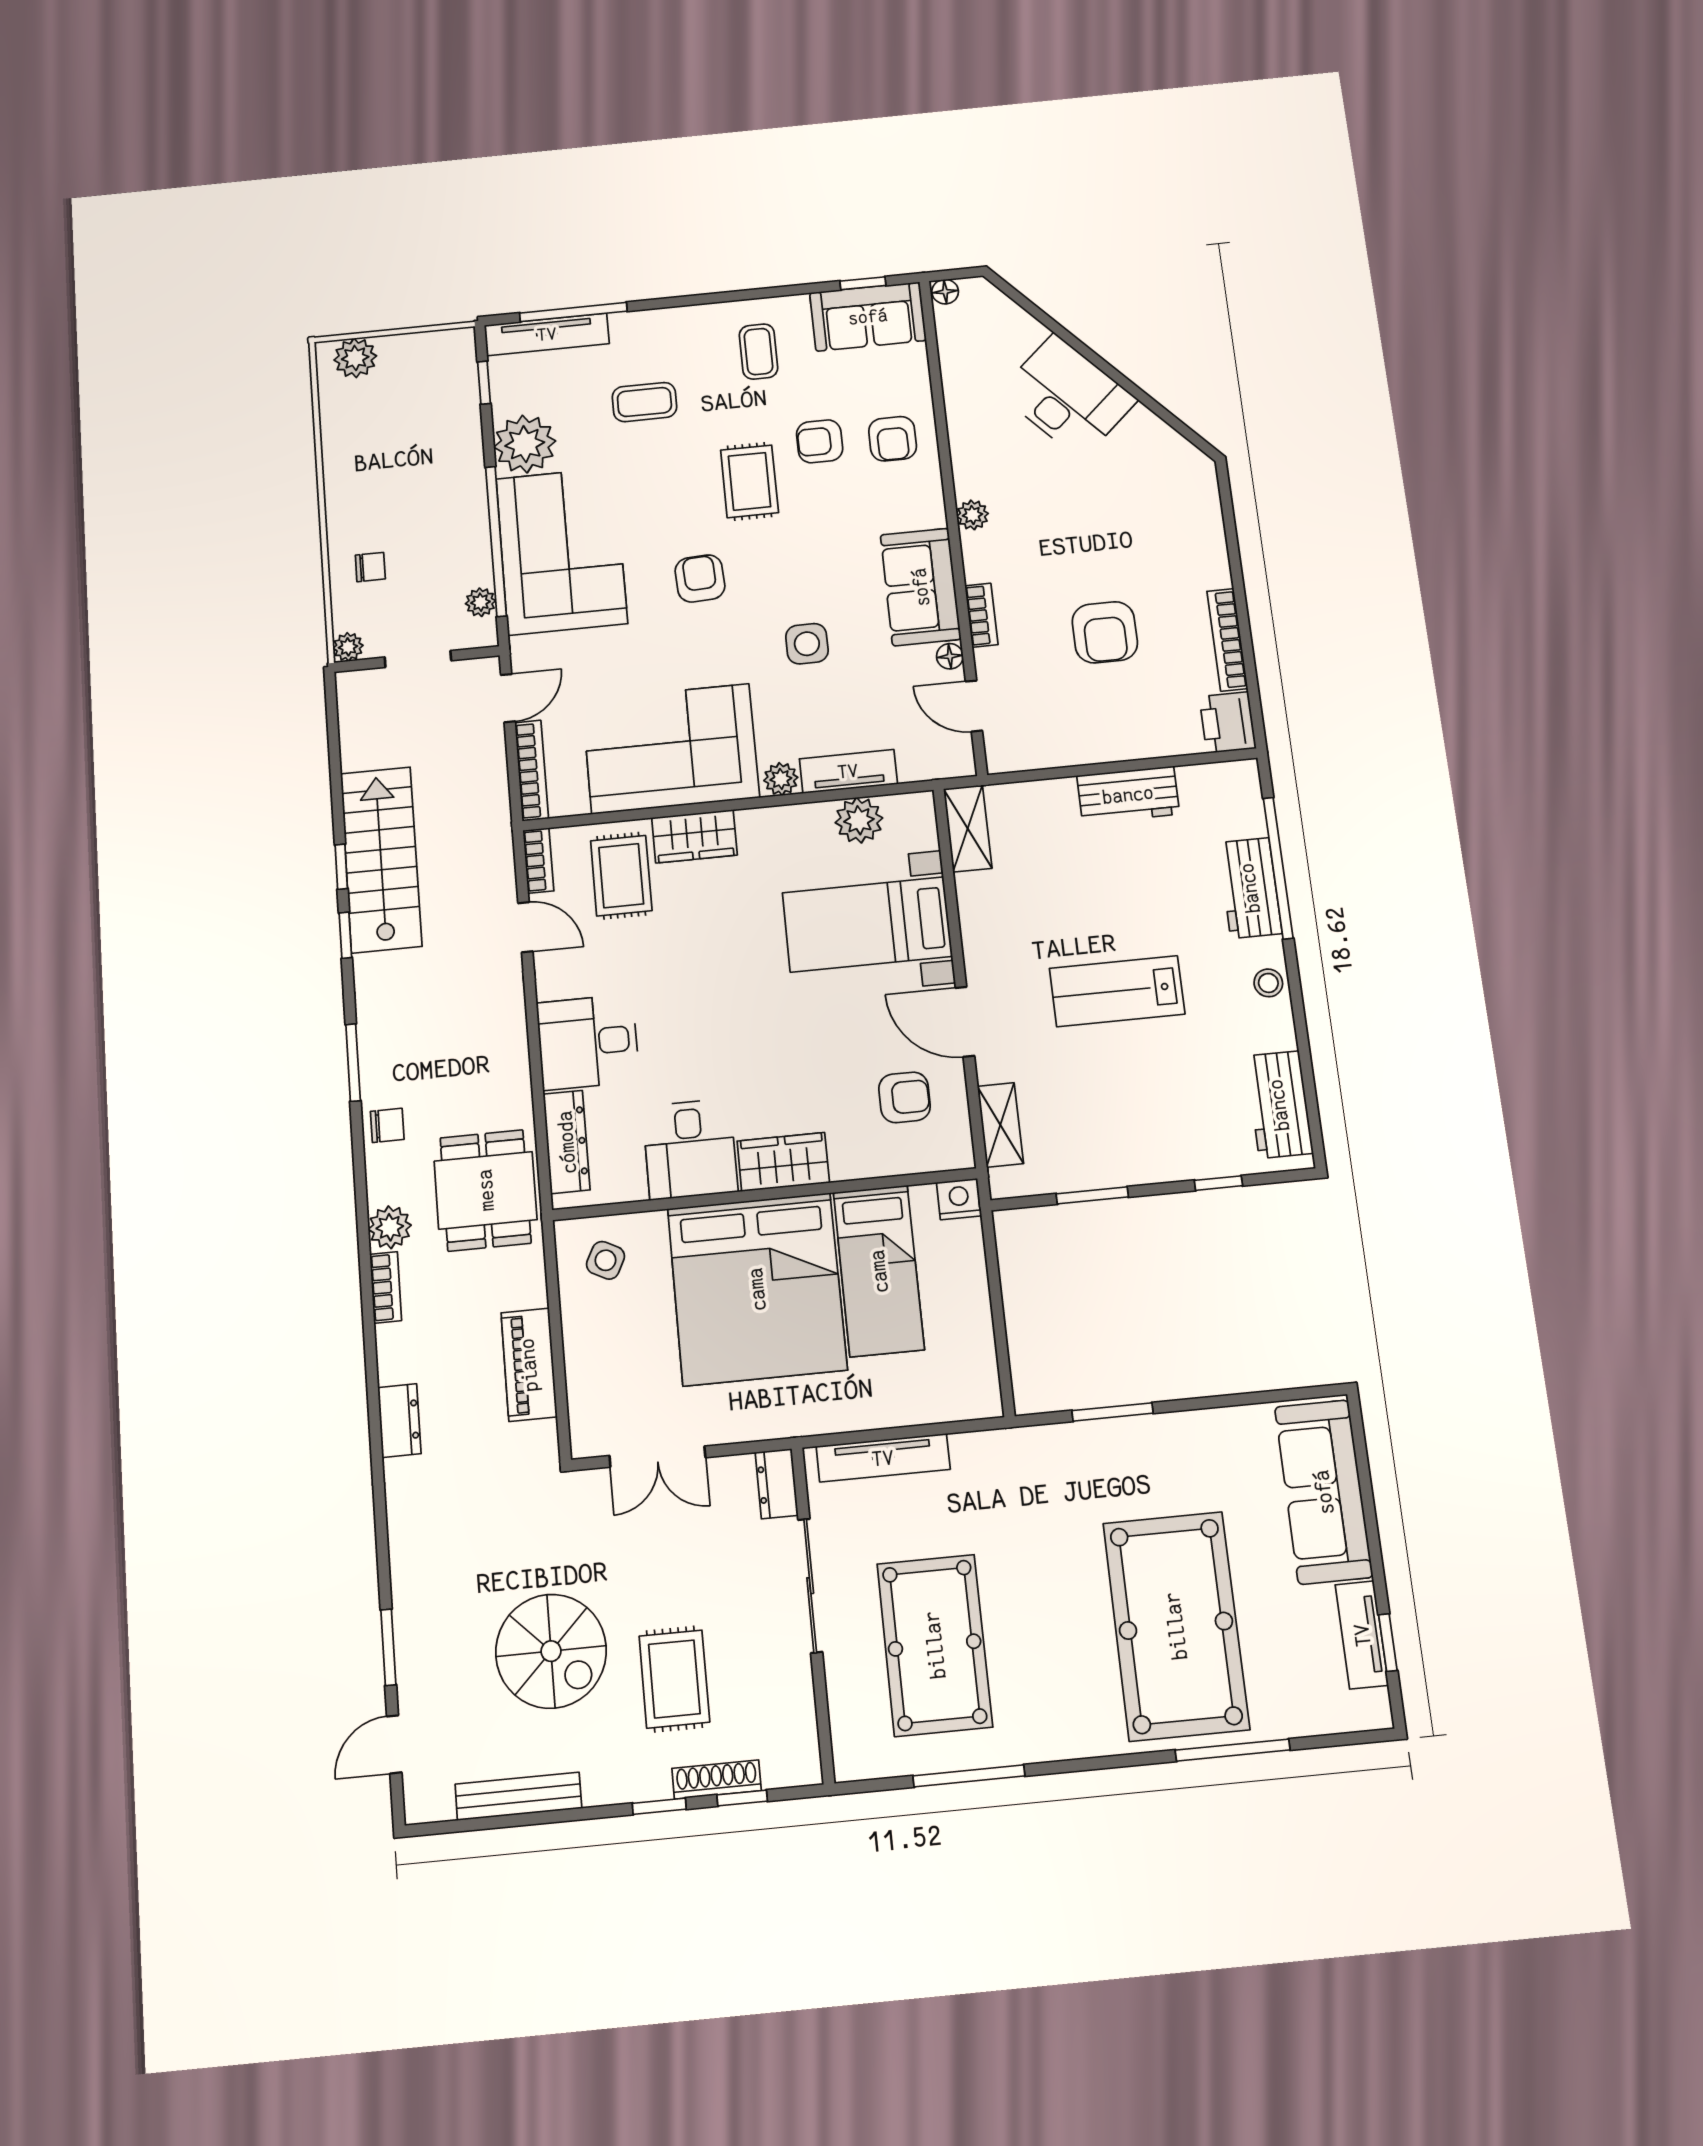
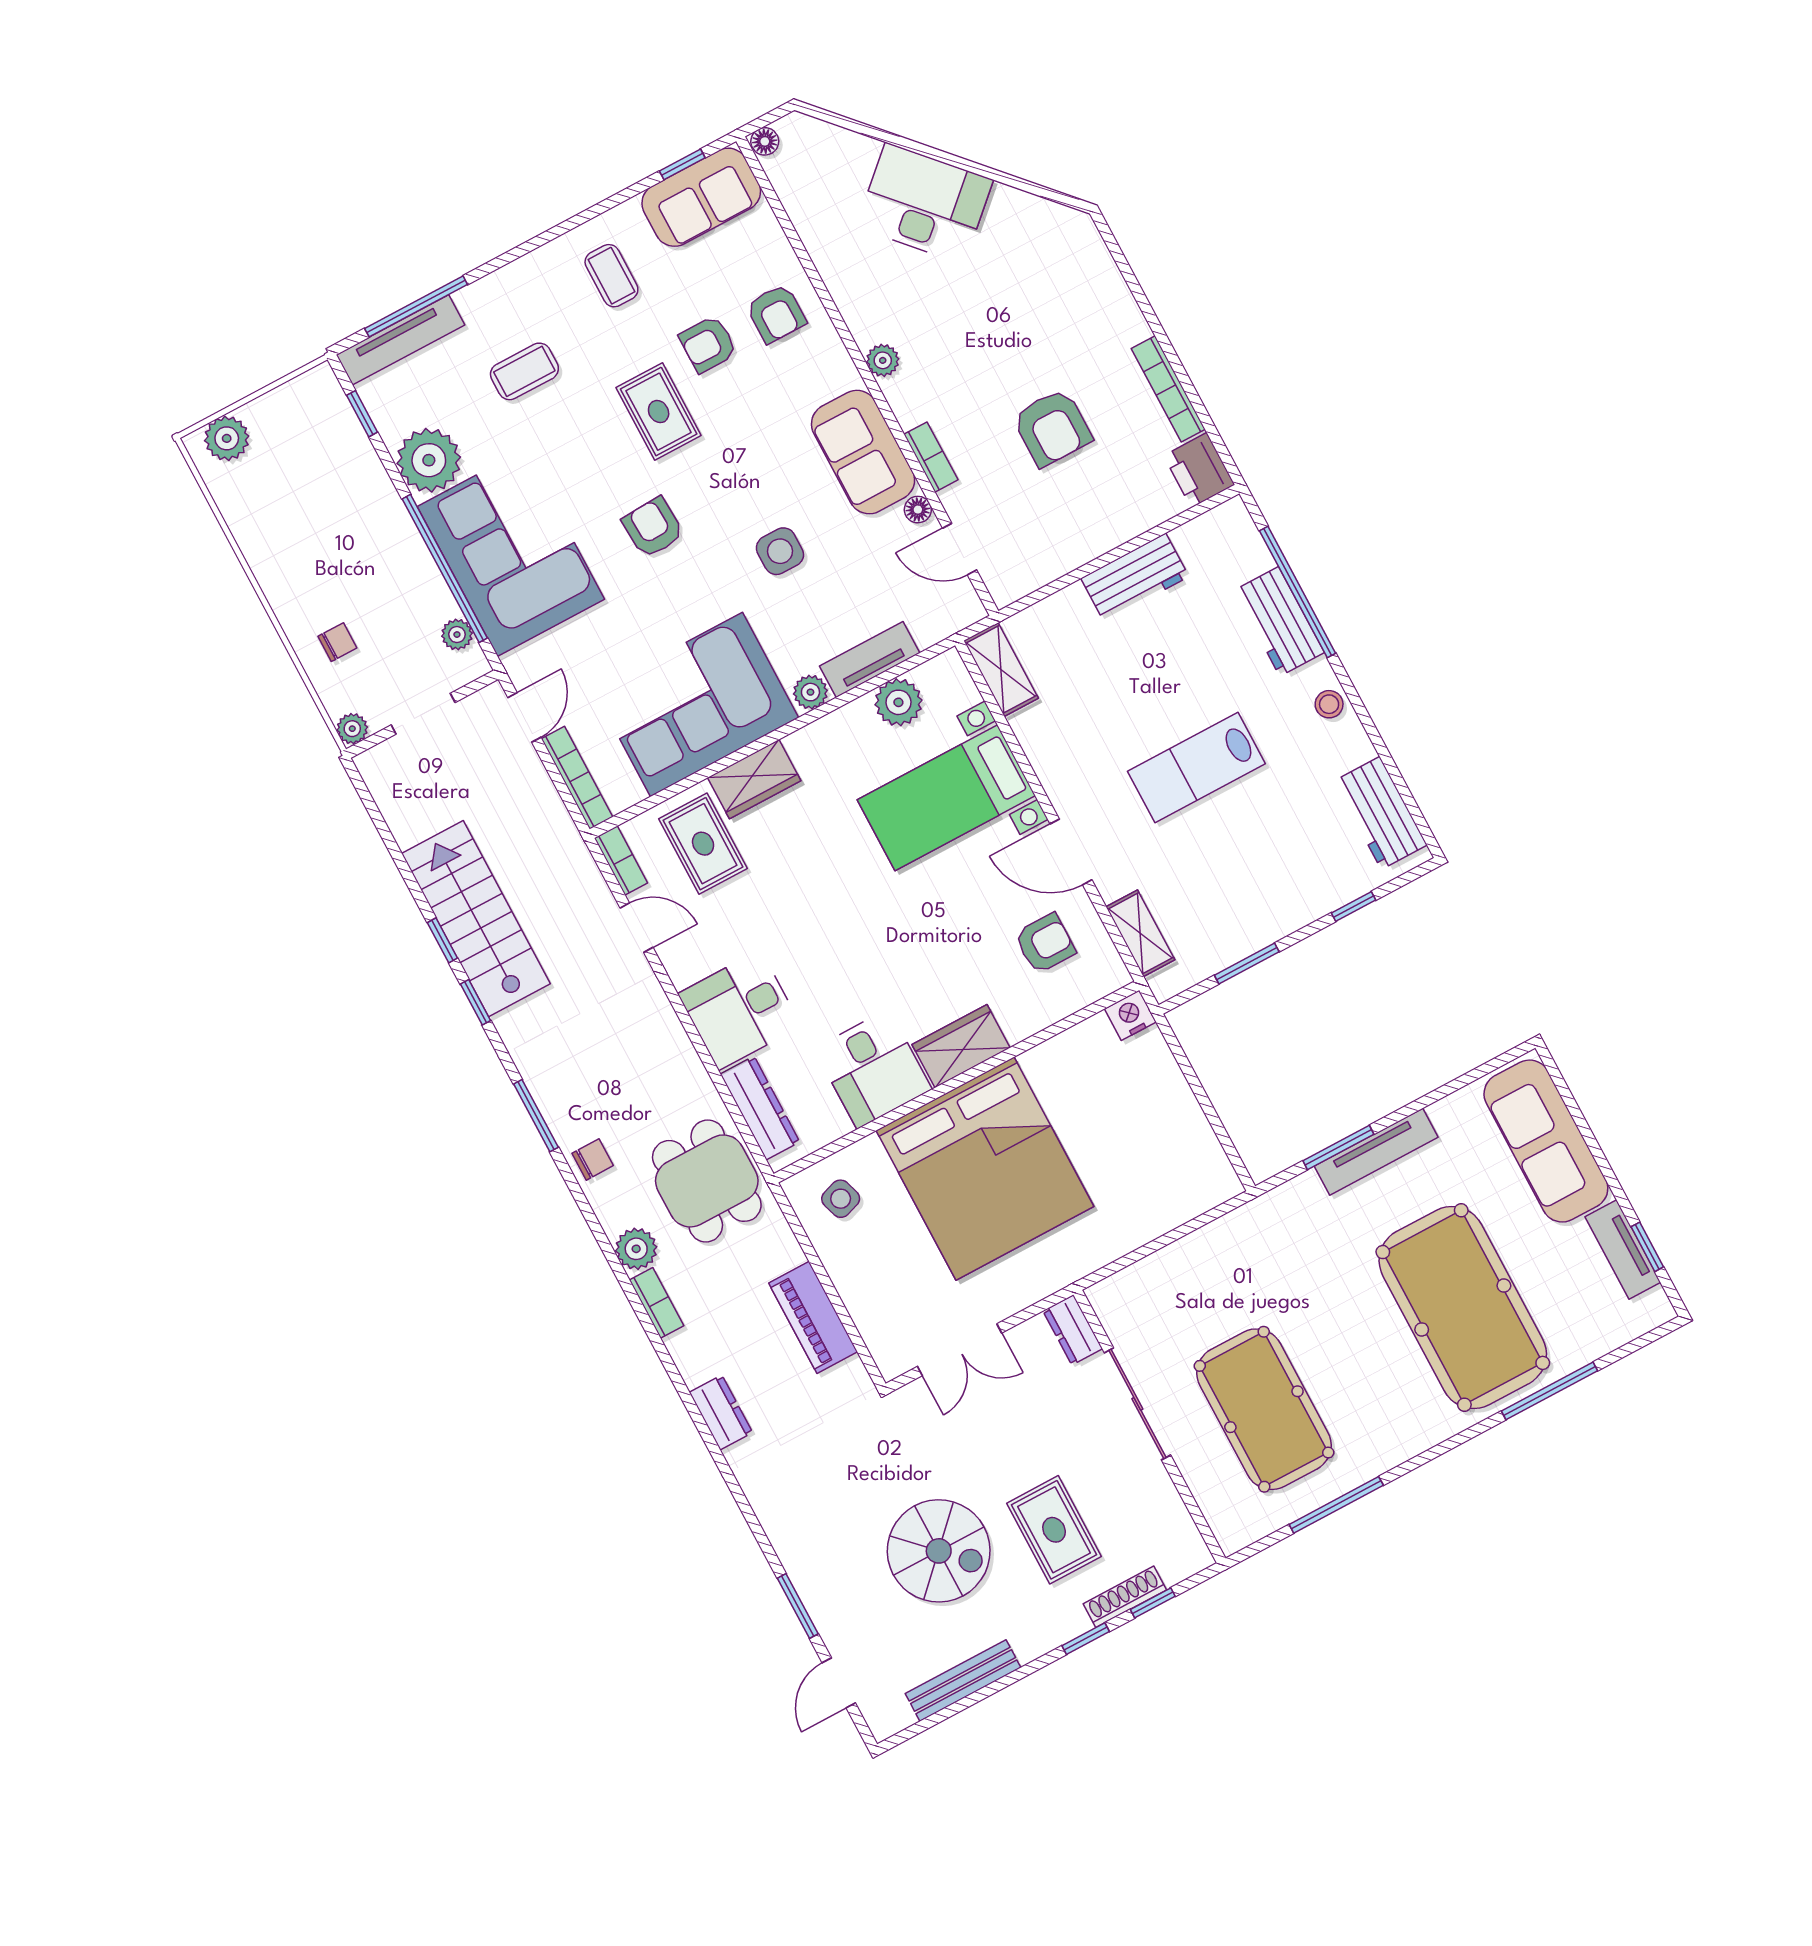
side table: (606, 1260) -> (841, 1199), turned 45
bed: (879, 1271) -> (1085, 1108), removed
tv unit: (883, 1458) -> (1376, 1152), moved

